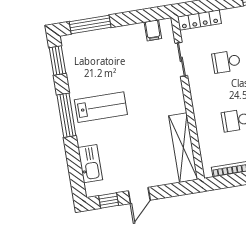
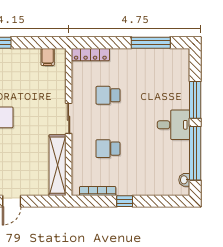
sliding door: (181, 59) -> (69, 118), moved

